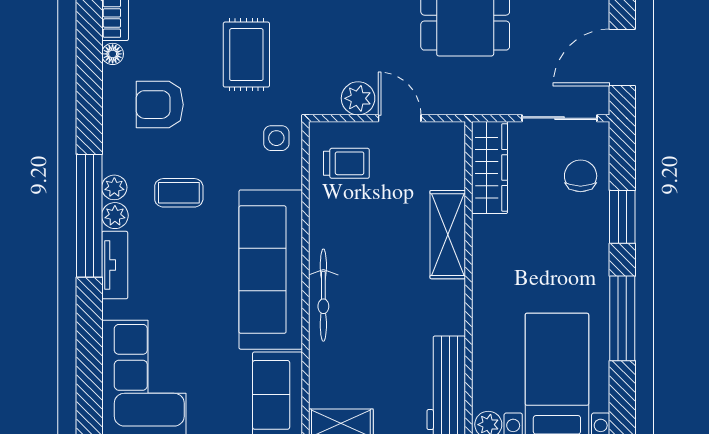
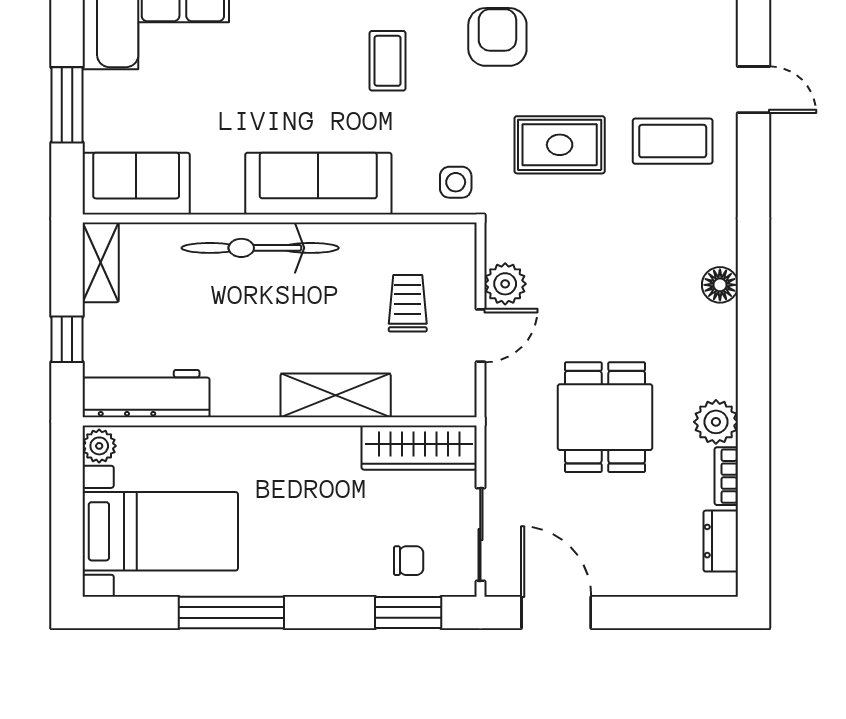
trolley: (346, 163) -> (408, 303), moved, turned 180
chair: (581, 176) -> (409, 561), width x0.73, depth x0.73
window: (622, 217) -> (408, 613), moved
sofa: (271, 270) -> (318, 184), width x0.74, depth x0.79
bicycle: (323, 295) -> (260, 248), width x1.37, depth x1.40

